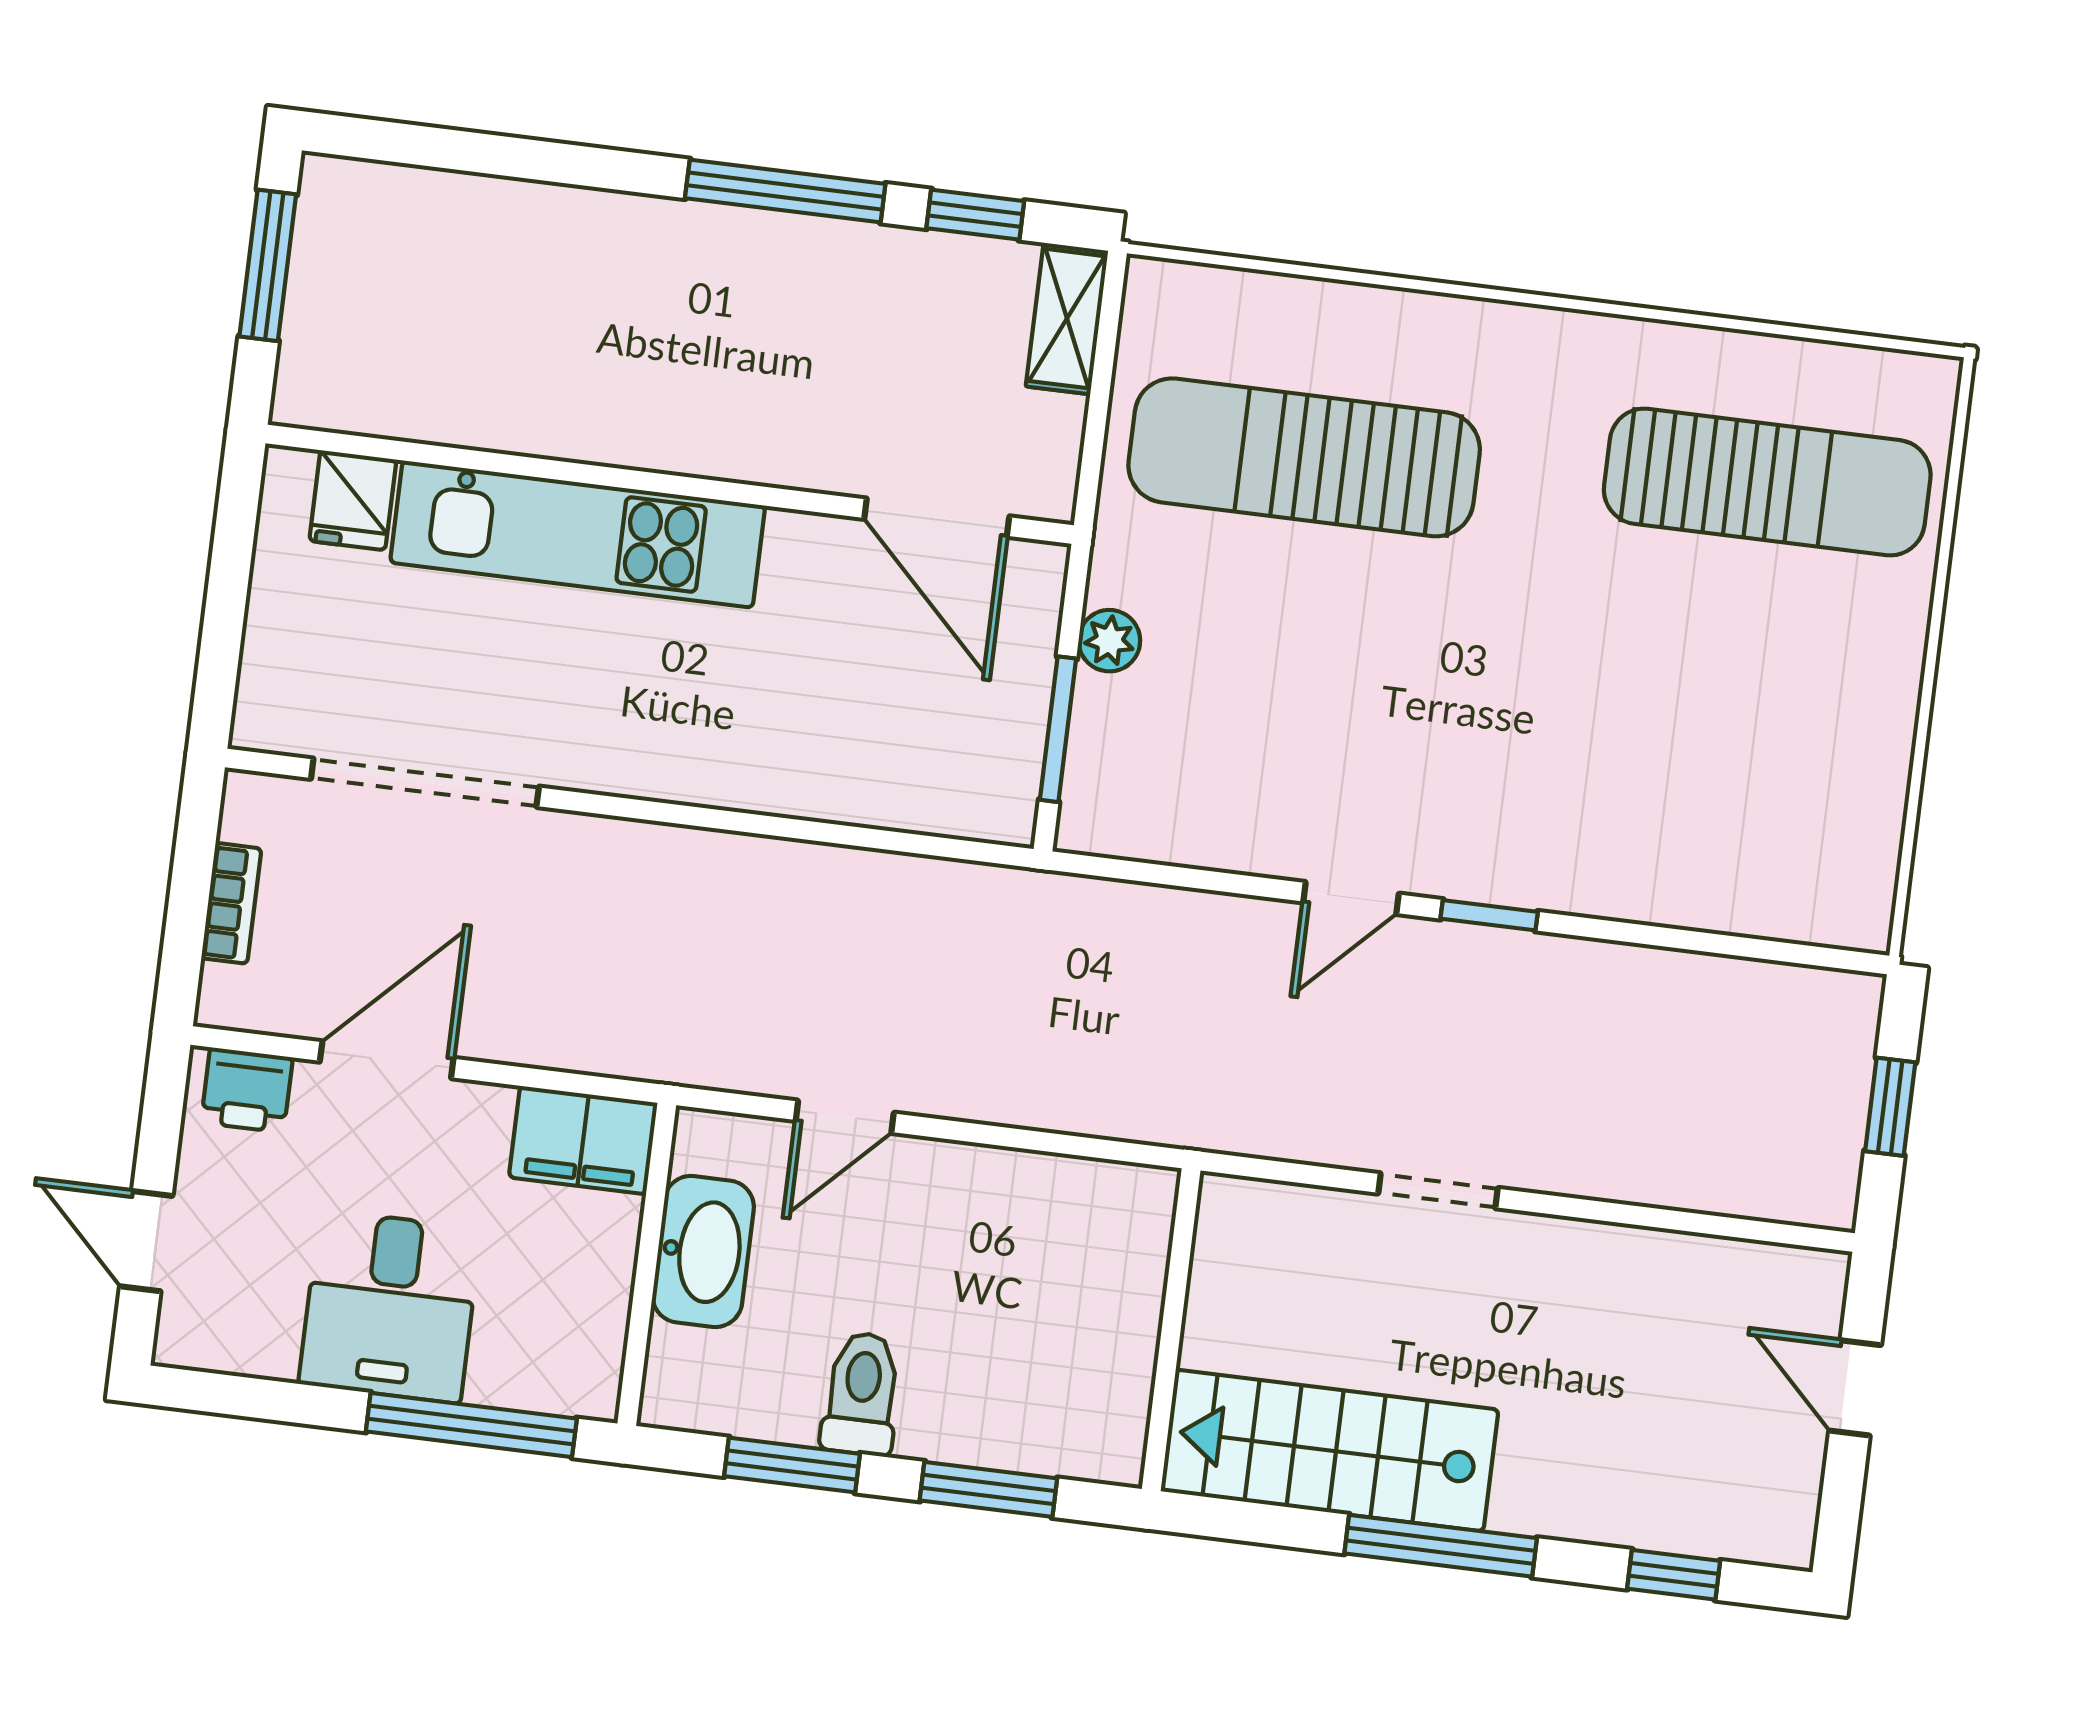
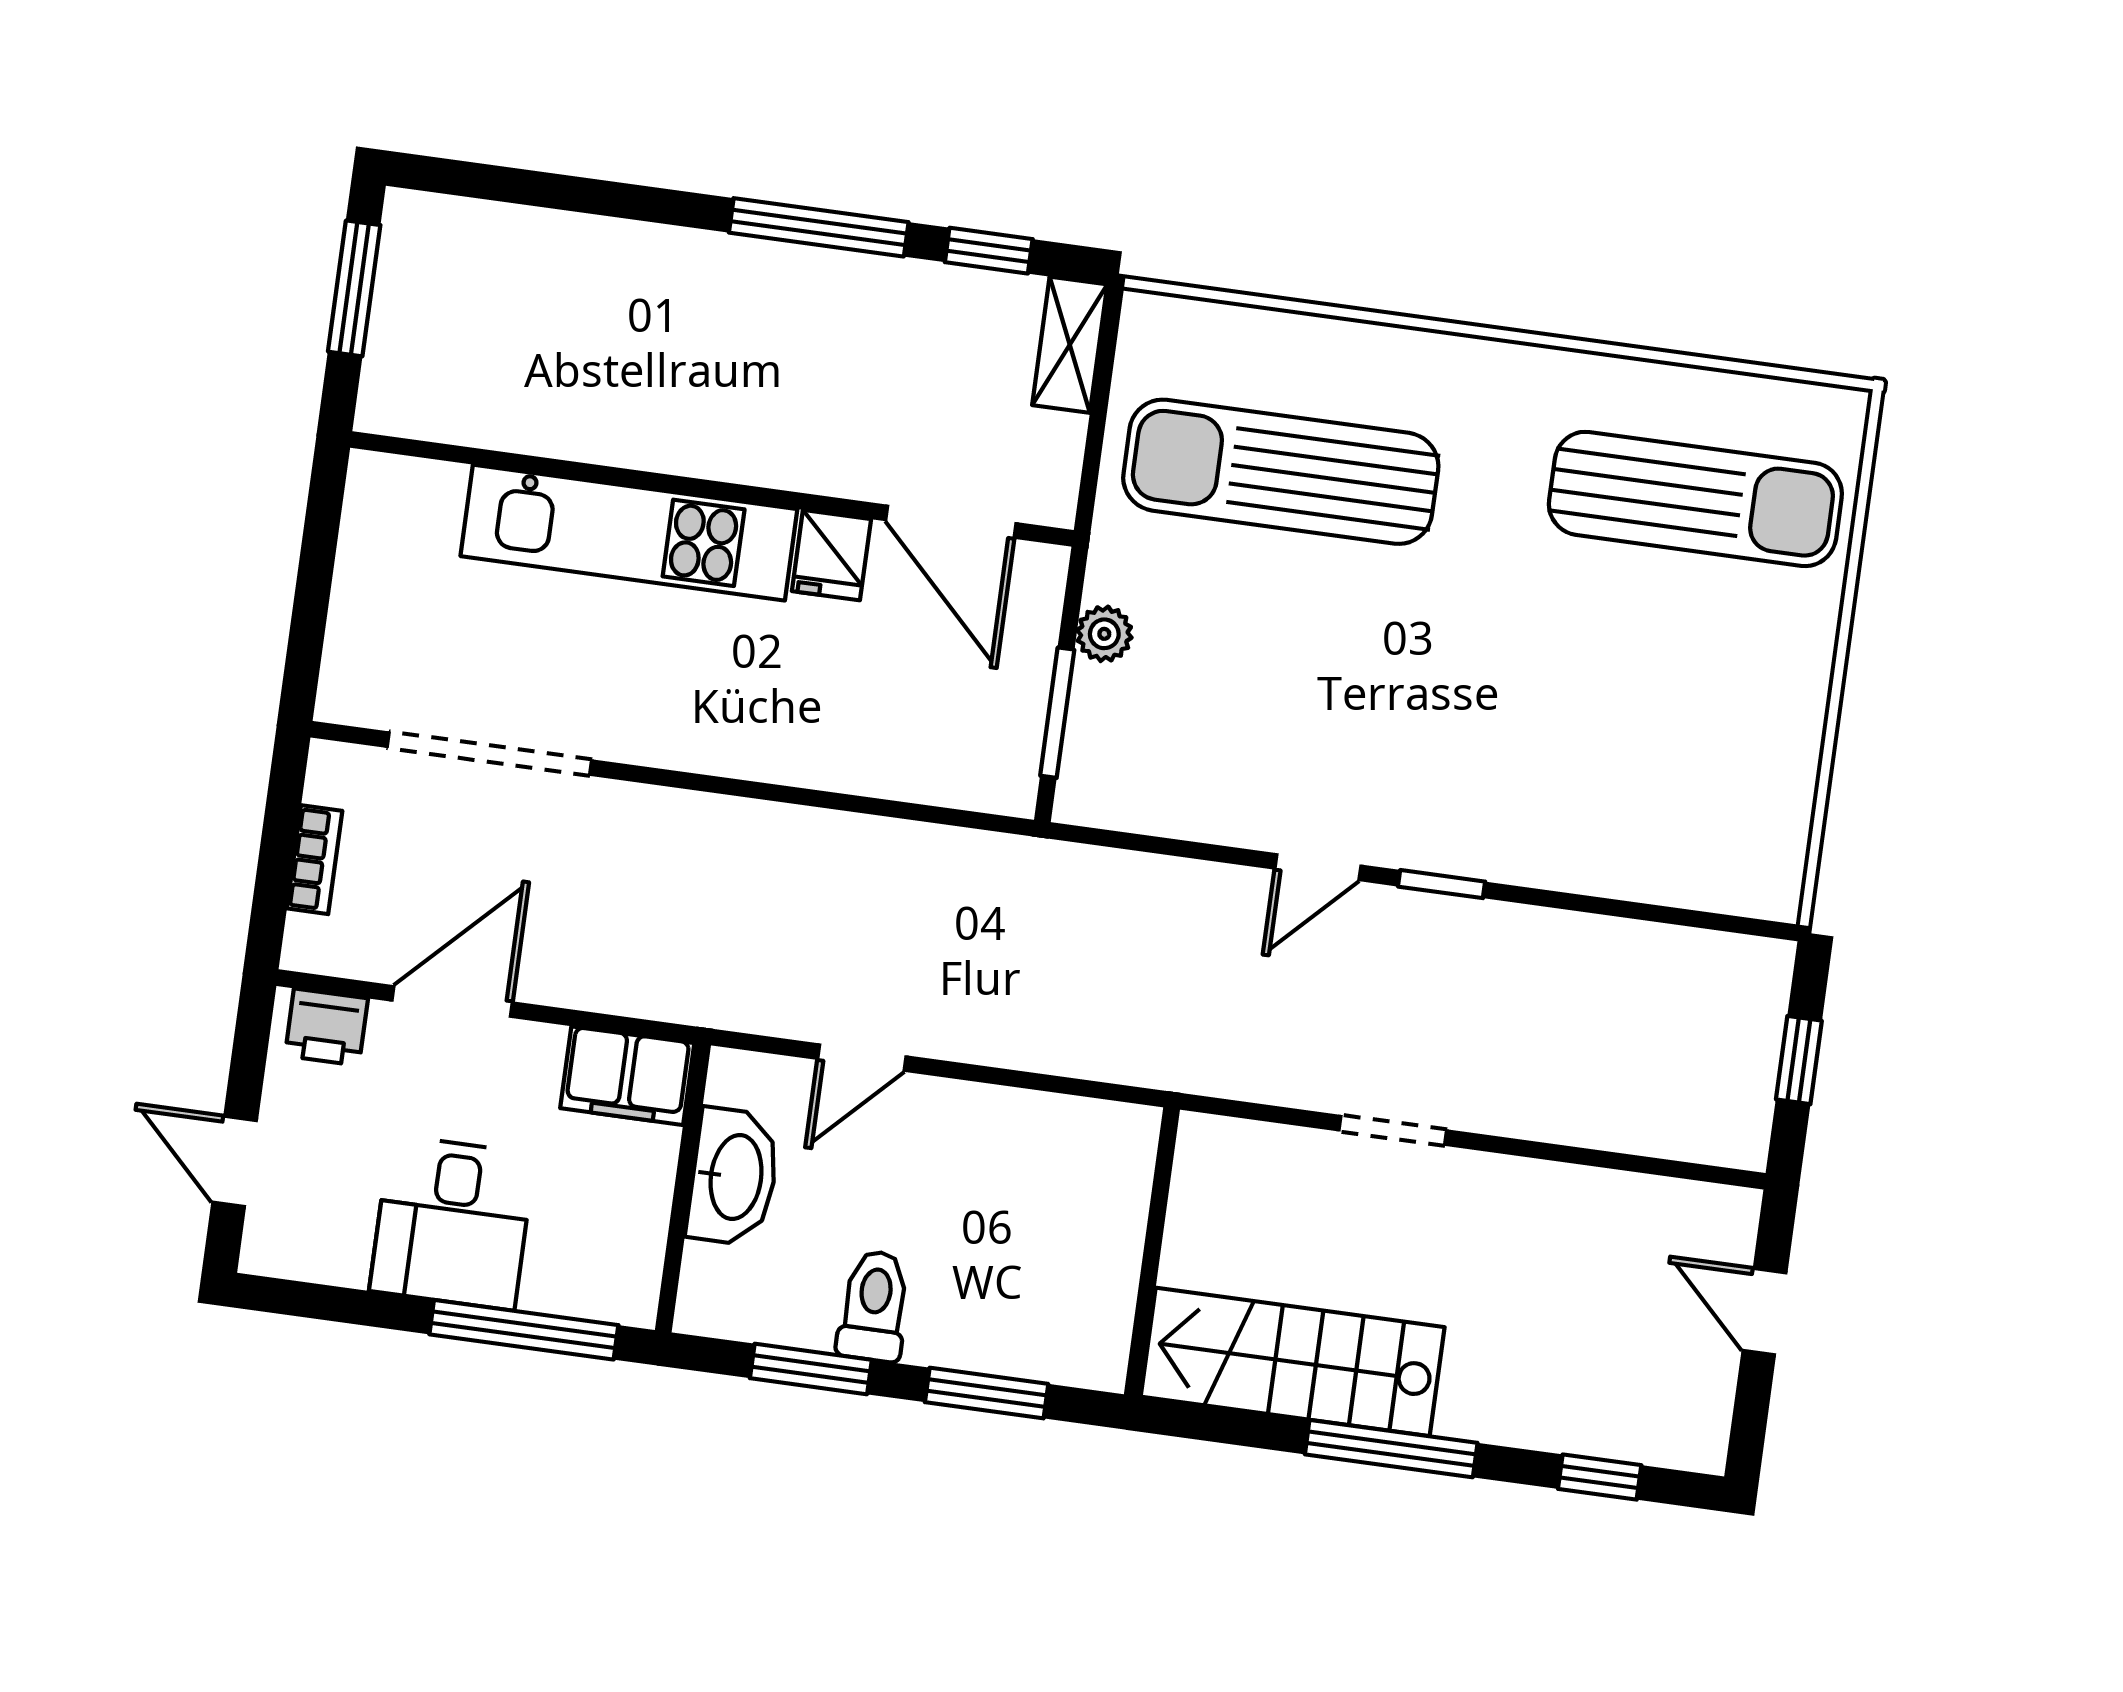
fridge: (353, 500) -> (831, 555), moved

